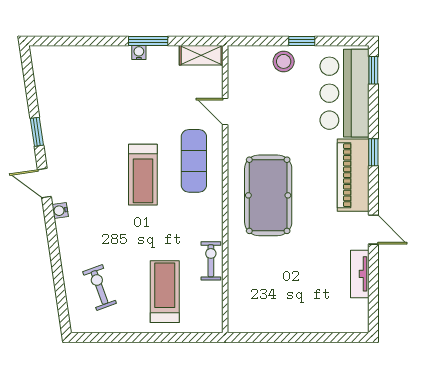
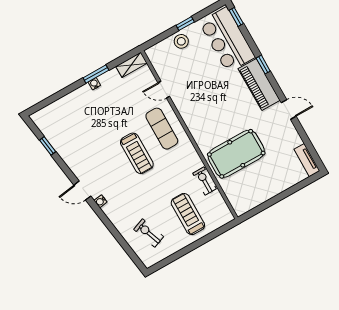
window: (37, 132) -> (48, 146), moved
pool table: (268, 195) -> (236, 154), moved, turned 90
tv unit: (360, 274) -> (307, 160), moved

